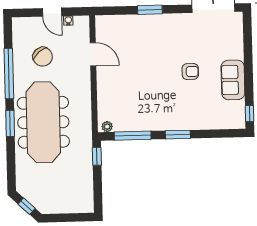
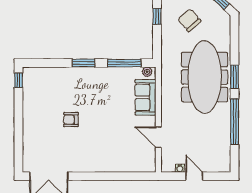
window: (150, 10) -> (106, 176), removed
chair: (43, 57) -> (189, 20), moved
sofa: (233, 80) -> (145, 97), moved, turned 180
window: (97, 156) -> (157, 16), moved

